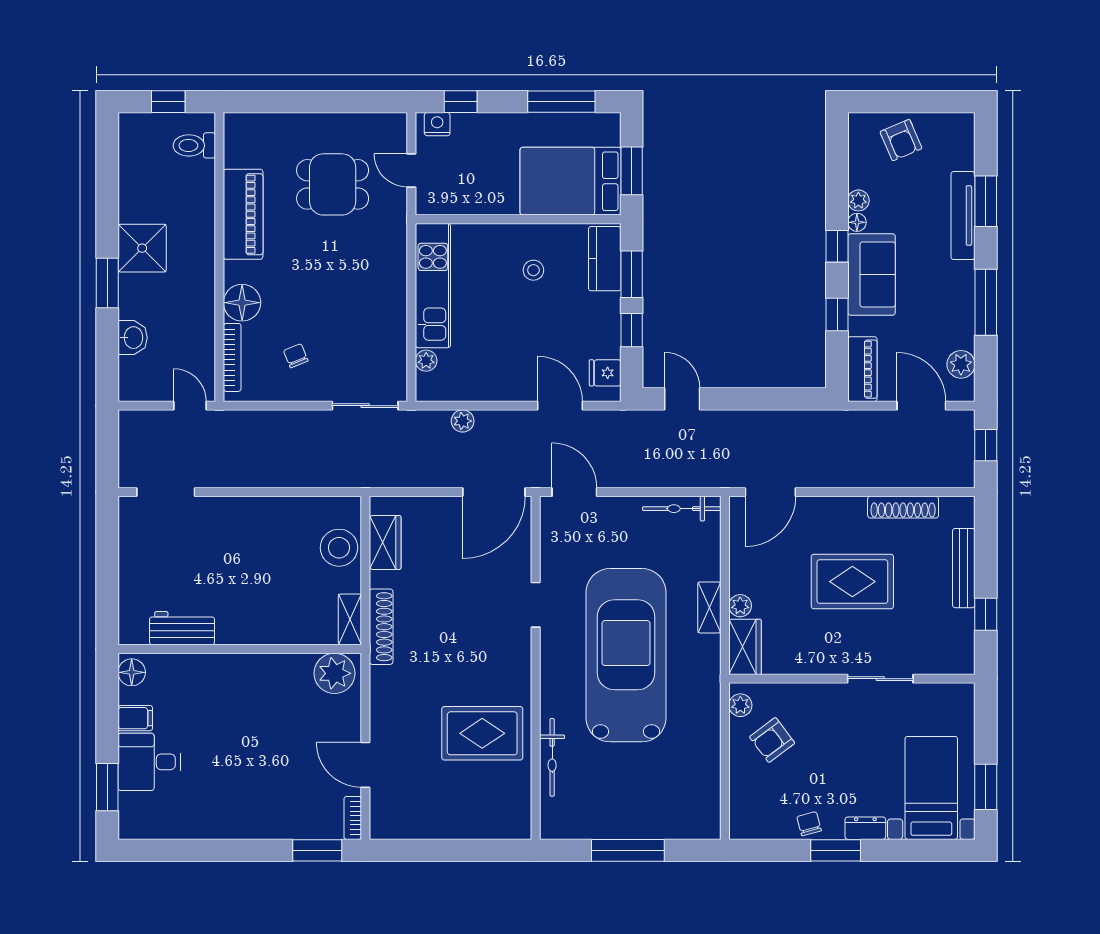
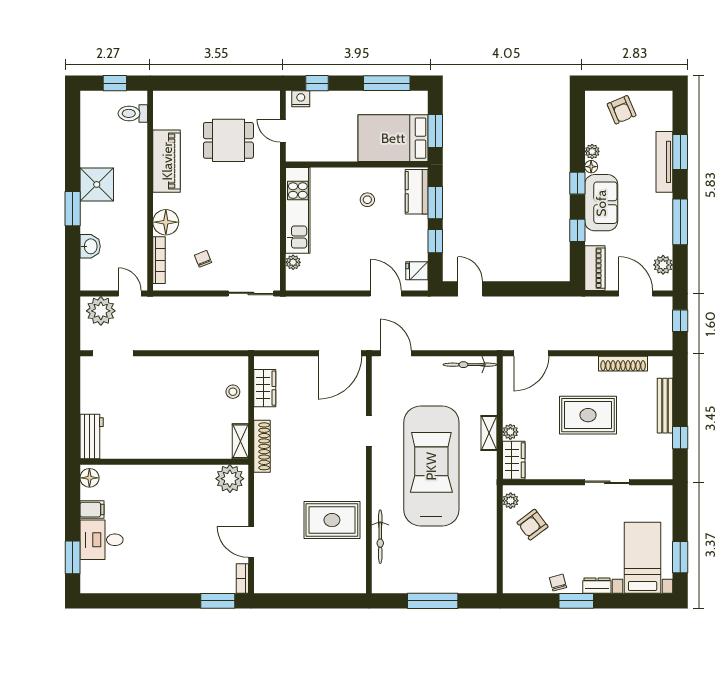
plant: (463, 421) -> (101, 311), moved, width x1.88, depth x1.88
stool: (339, 548) -> (233, 392), width x0.53, depth x0.53
workbench: (182, 628) -> (92, 437), moved, turned 90

